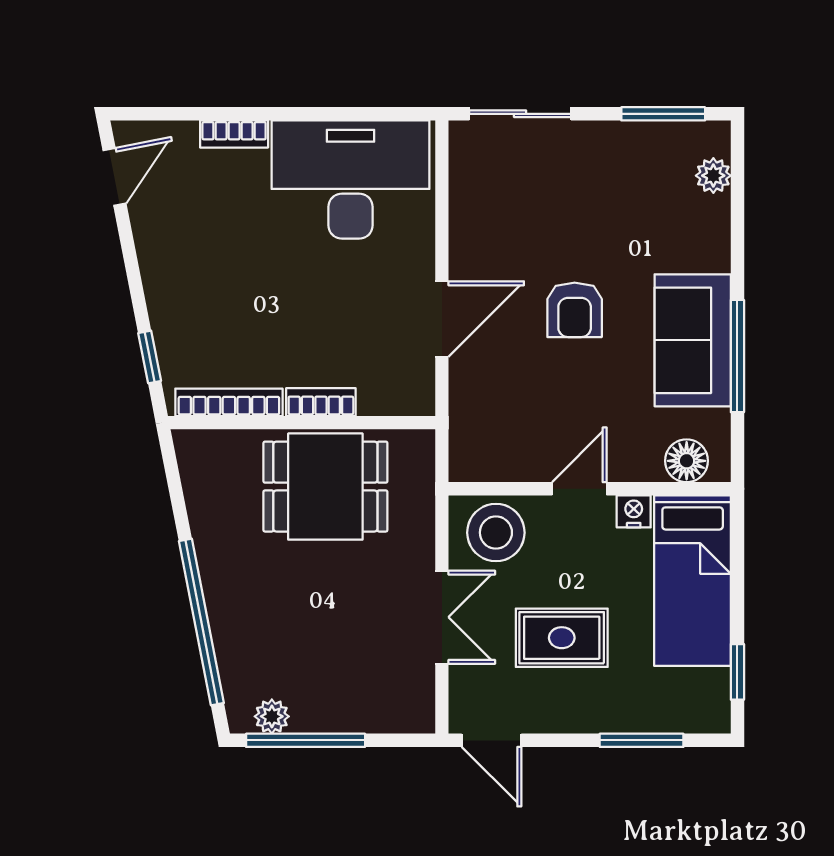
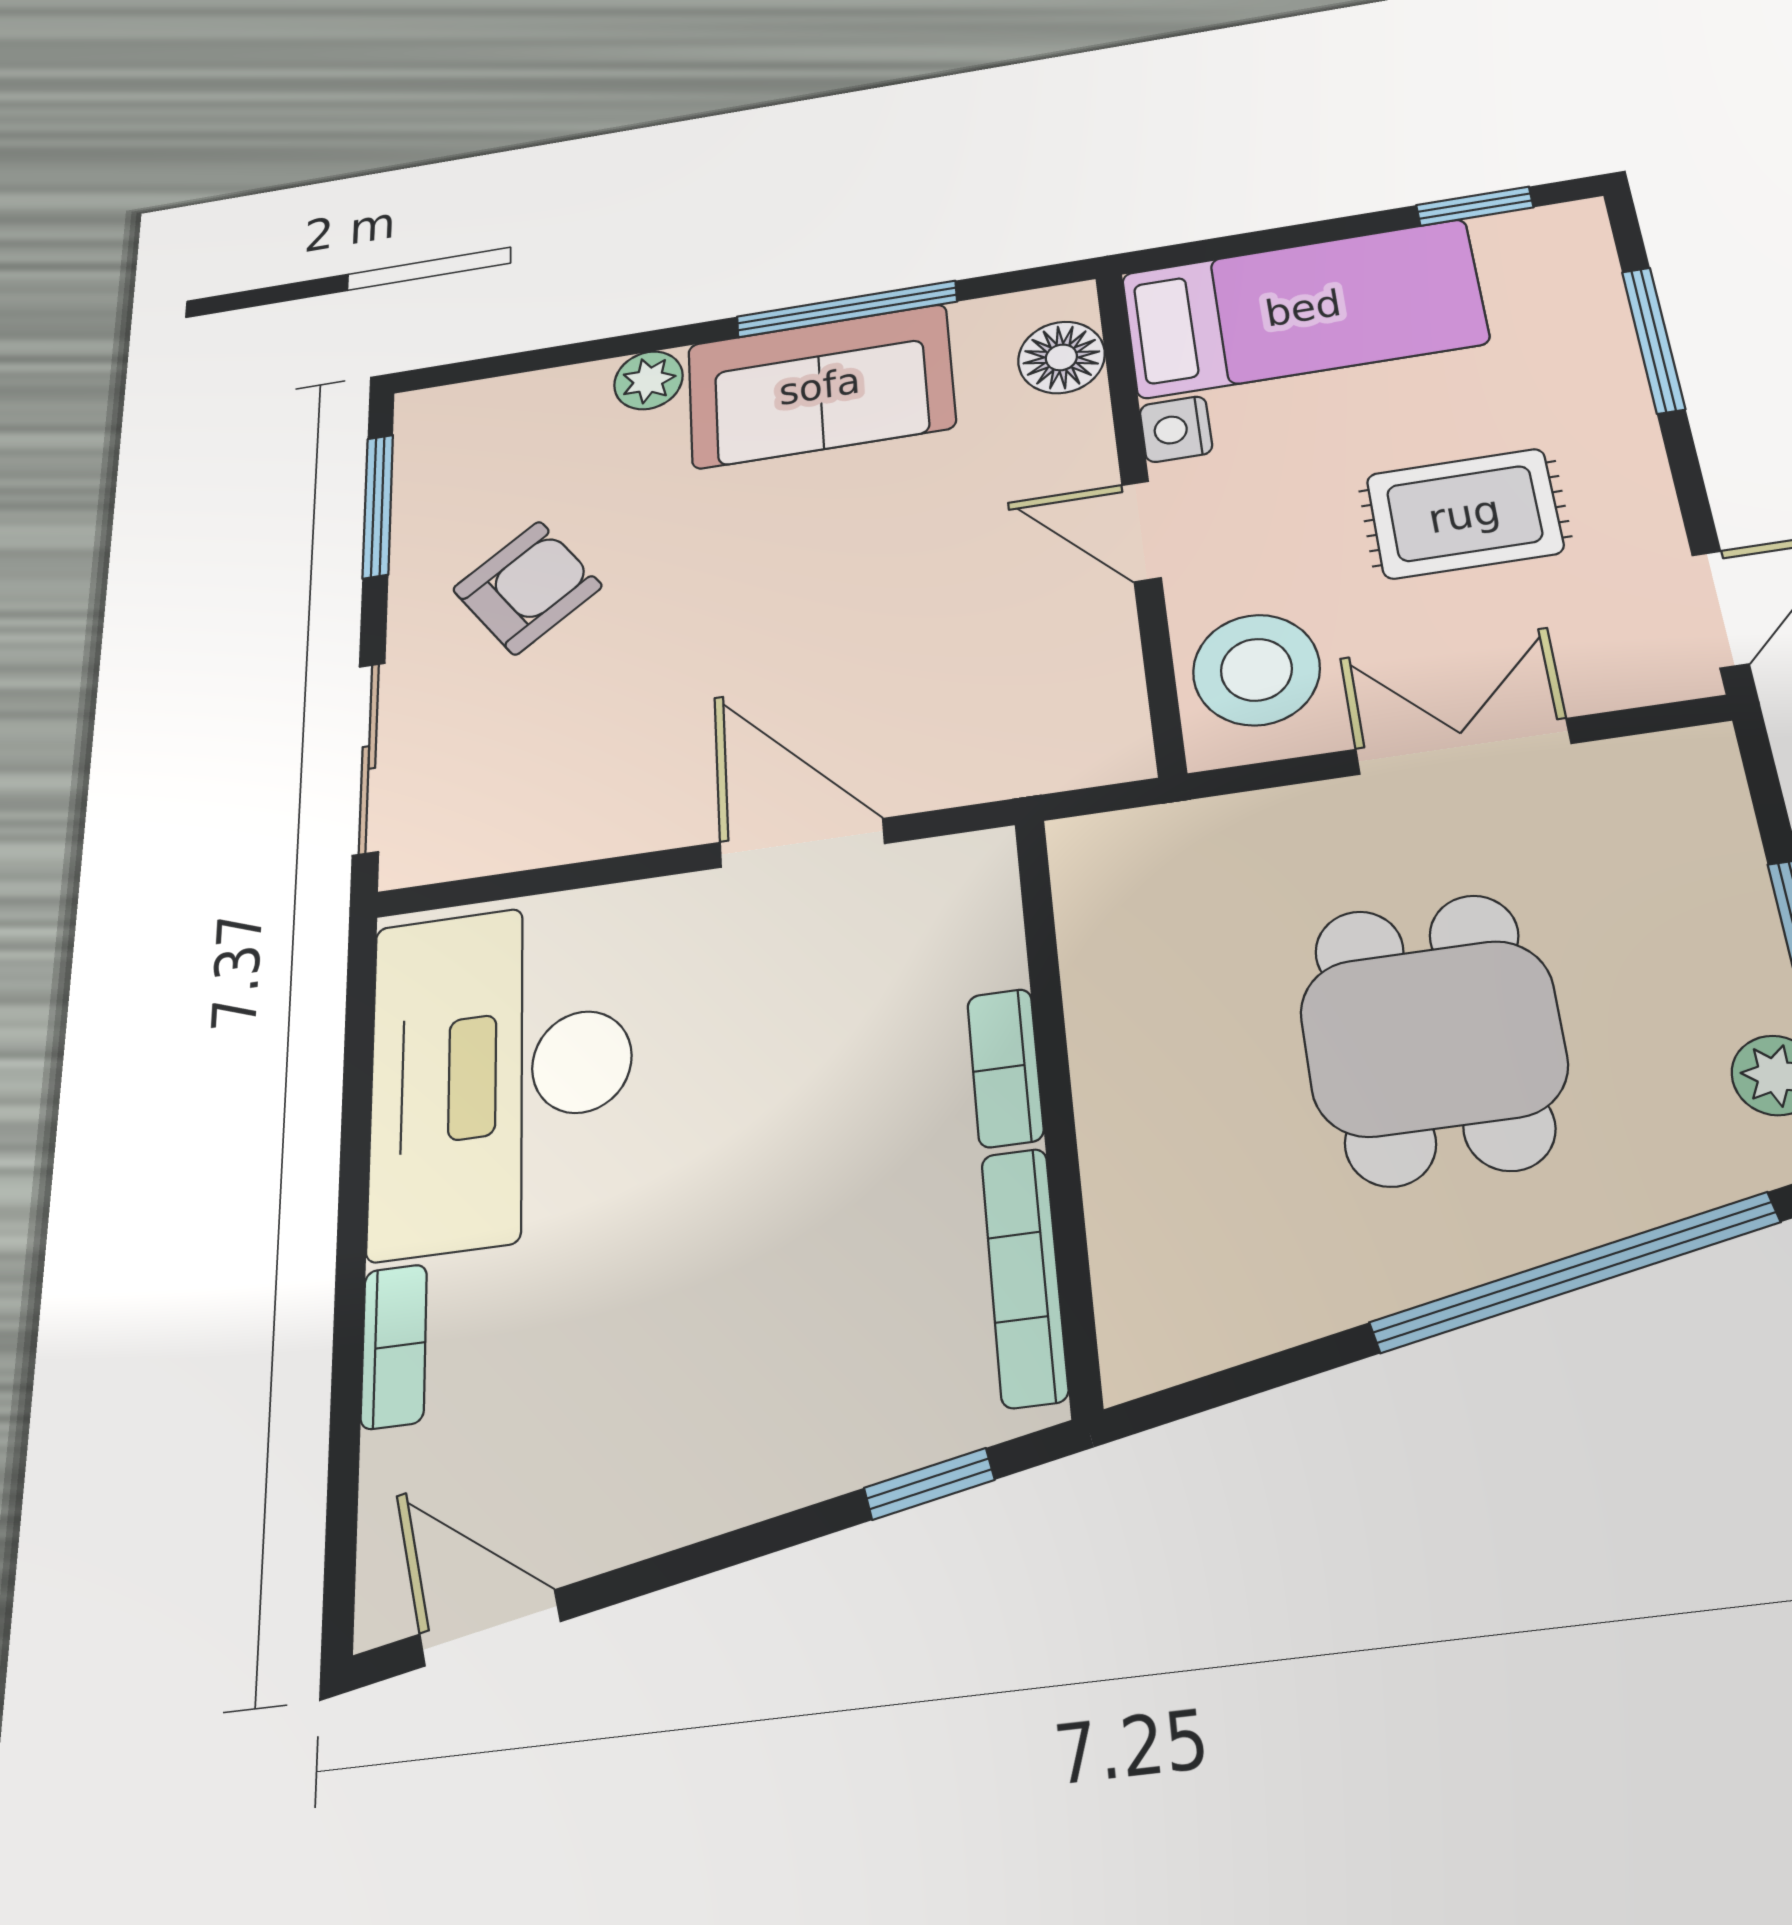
plant: (713, 176) -> (648, 380), moved
armchair: (575, 310) -> (527, 588), moved, turned -36
dining table: (325, 487) -> (1433, 1038), moved
rug: (562, 638) -> (1464, 514), turned 90

